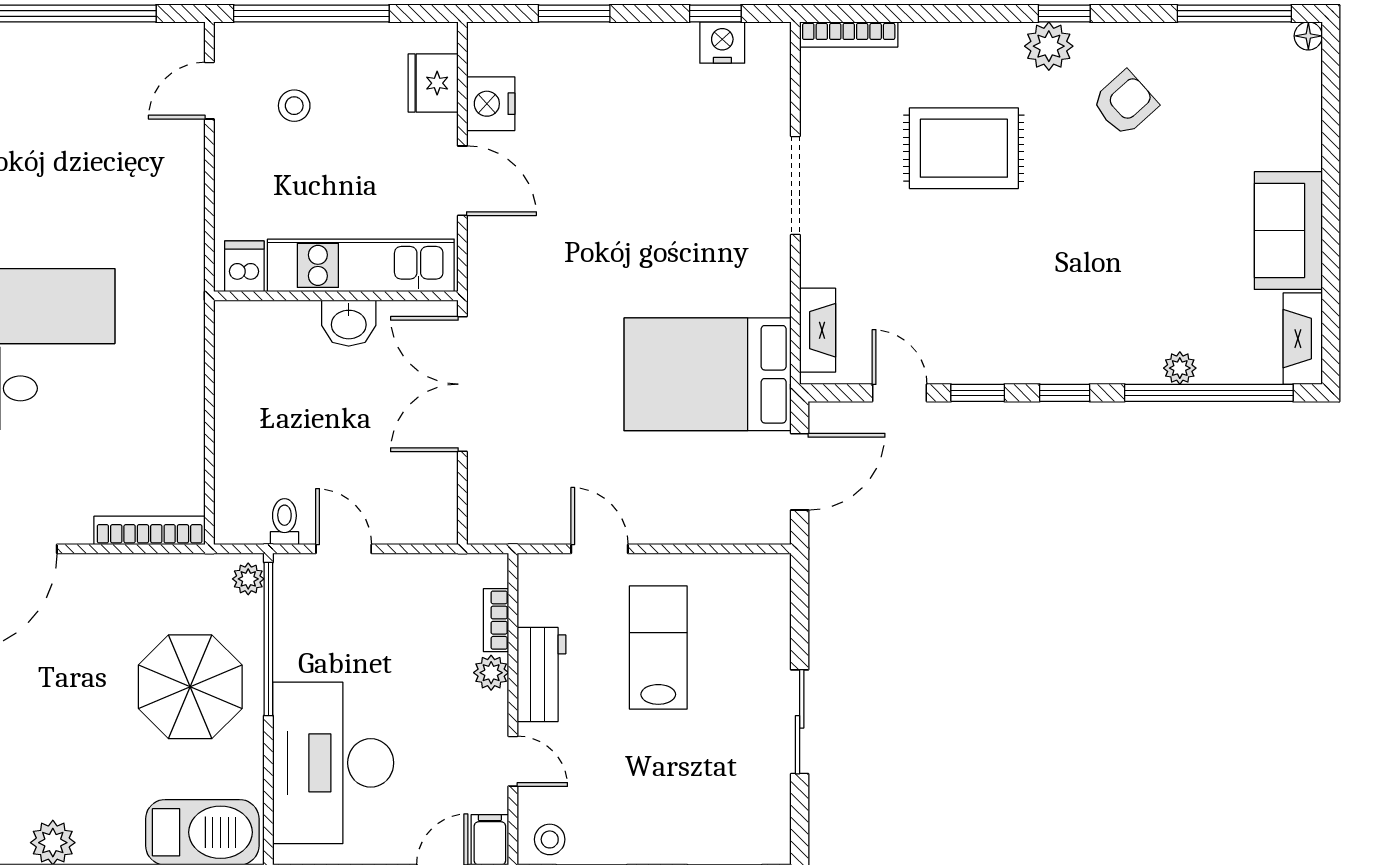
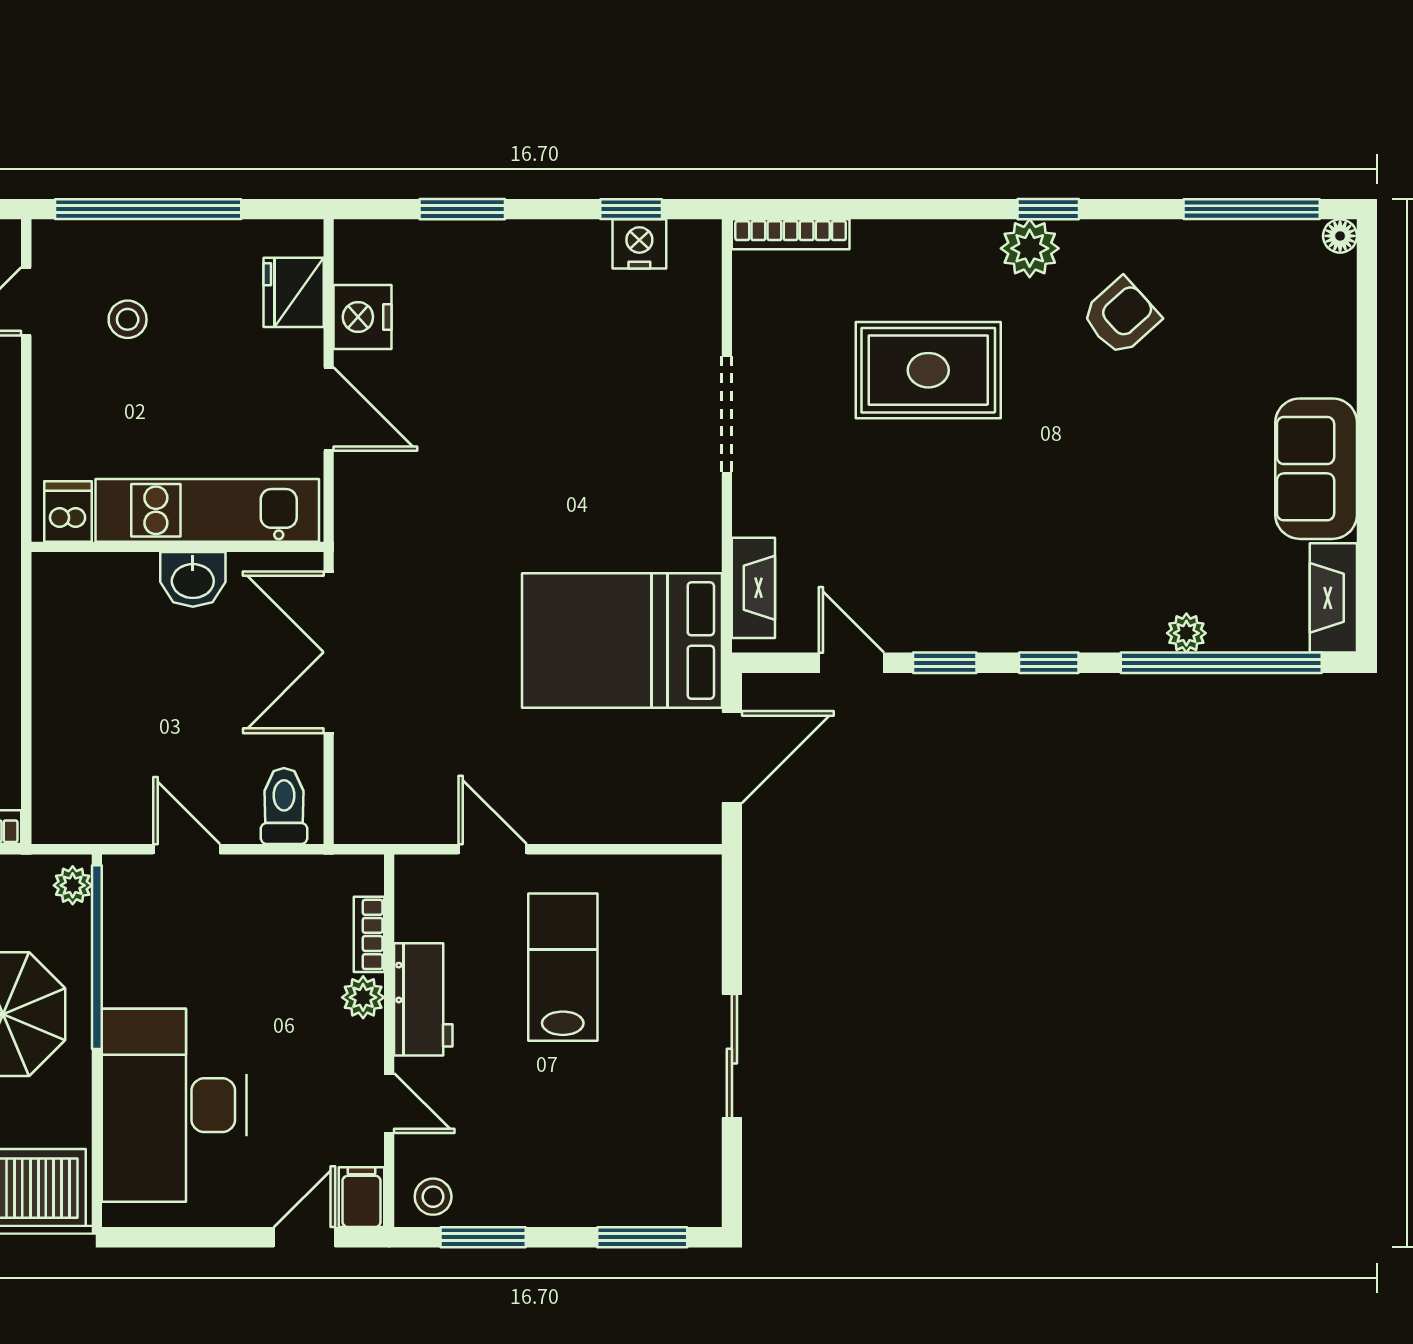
toilet: (284, 522) -> (284, 806), moved, width x1.37, depth x1.39

